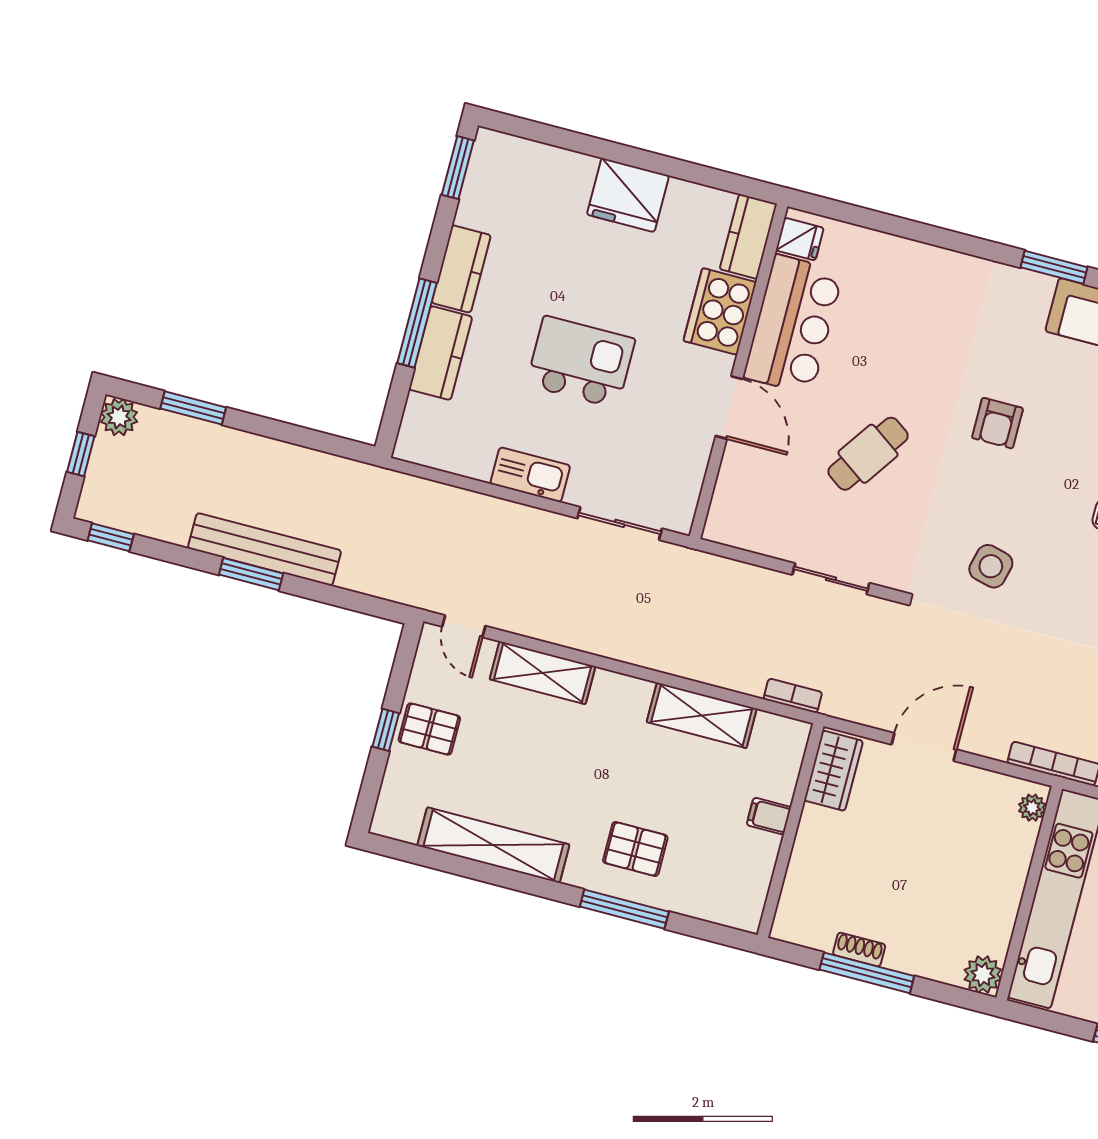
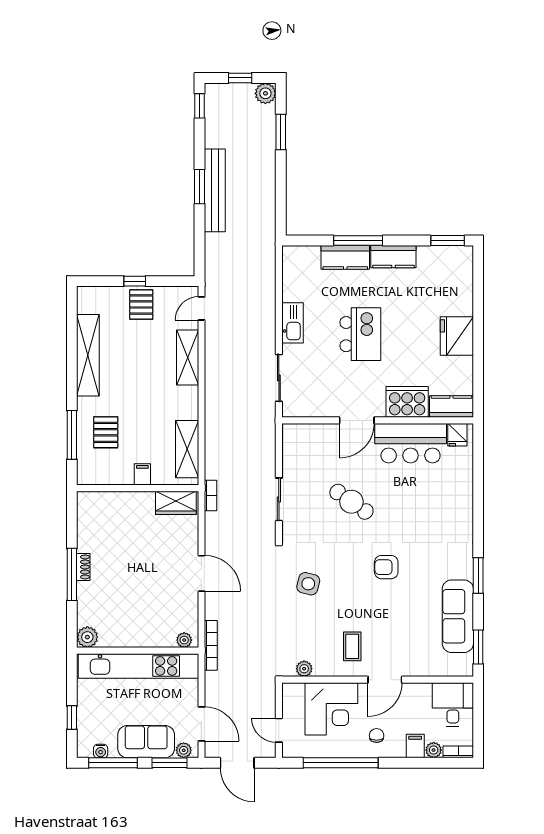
wardrobe: (834, 771) -> (176, 503), moved
filing cabinet: (769, 816) -> (142, 474), moved
wall: (791, 831) -> (138, 488), moved

